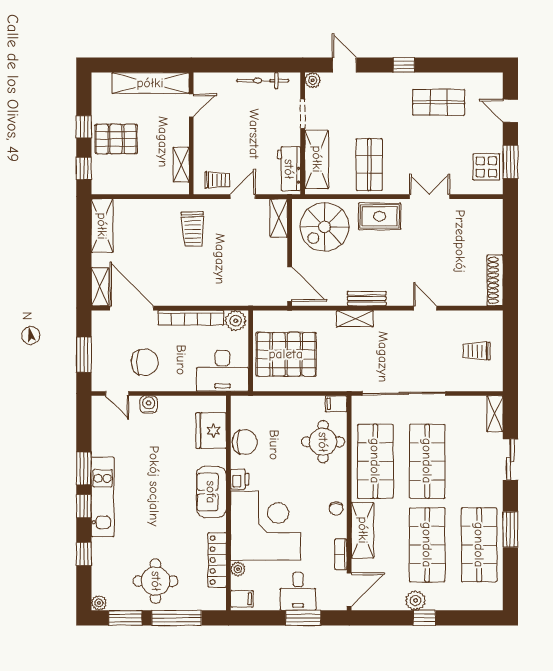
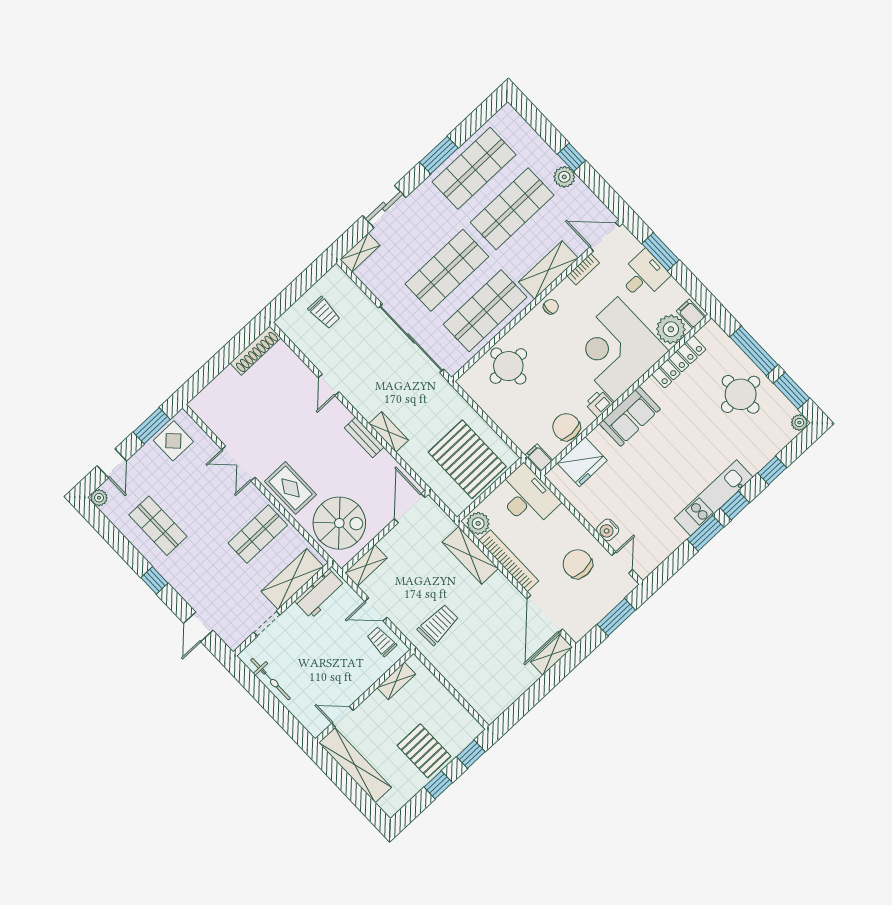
plant: (313, 80) -> (99, 498), moved
shelving: (102, 226) -> (470, 555), moved, turned 90
filing cabinet: (336, 404) -> (539, 458), moved, turned 180
plant: (238, 569) -> (671, 329), width x1.87, depth x1.87

